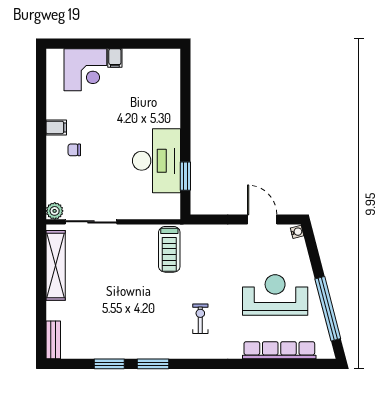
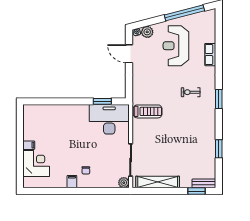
desk: (156, 161) -> (109, 119), moved
door: (262, 219) -> (129, 54), hinge flipped
plant: (297, 249) -> (147, 32), added
window: (41, 328) -> (196, 191), added
row of seats: (279, 350) -> (210, 55), width x0.50
window: (153, 364) -> (219, 99), moved

